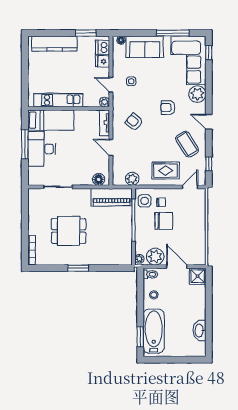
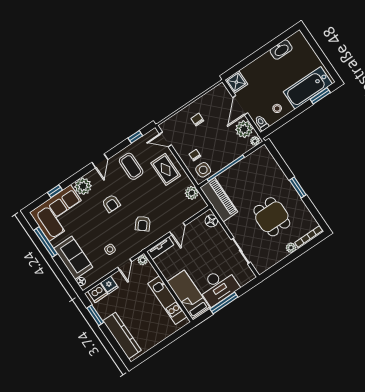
window: (209, 53) -> (55, 191), moved
coffee table: (187, 144) -> (131, 166), turned -58
chair: (164, 221) -> (197, 120), moved, width x0.54, depth x0.54
plant: (33, 229) -> (291, 248), added

